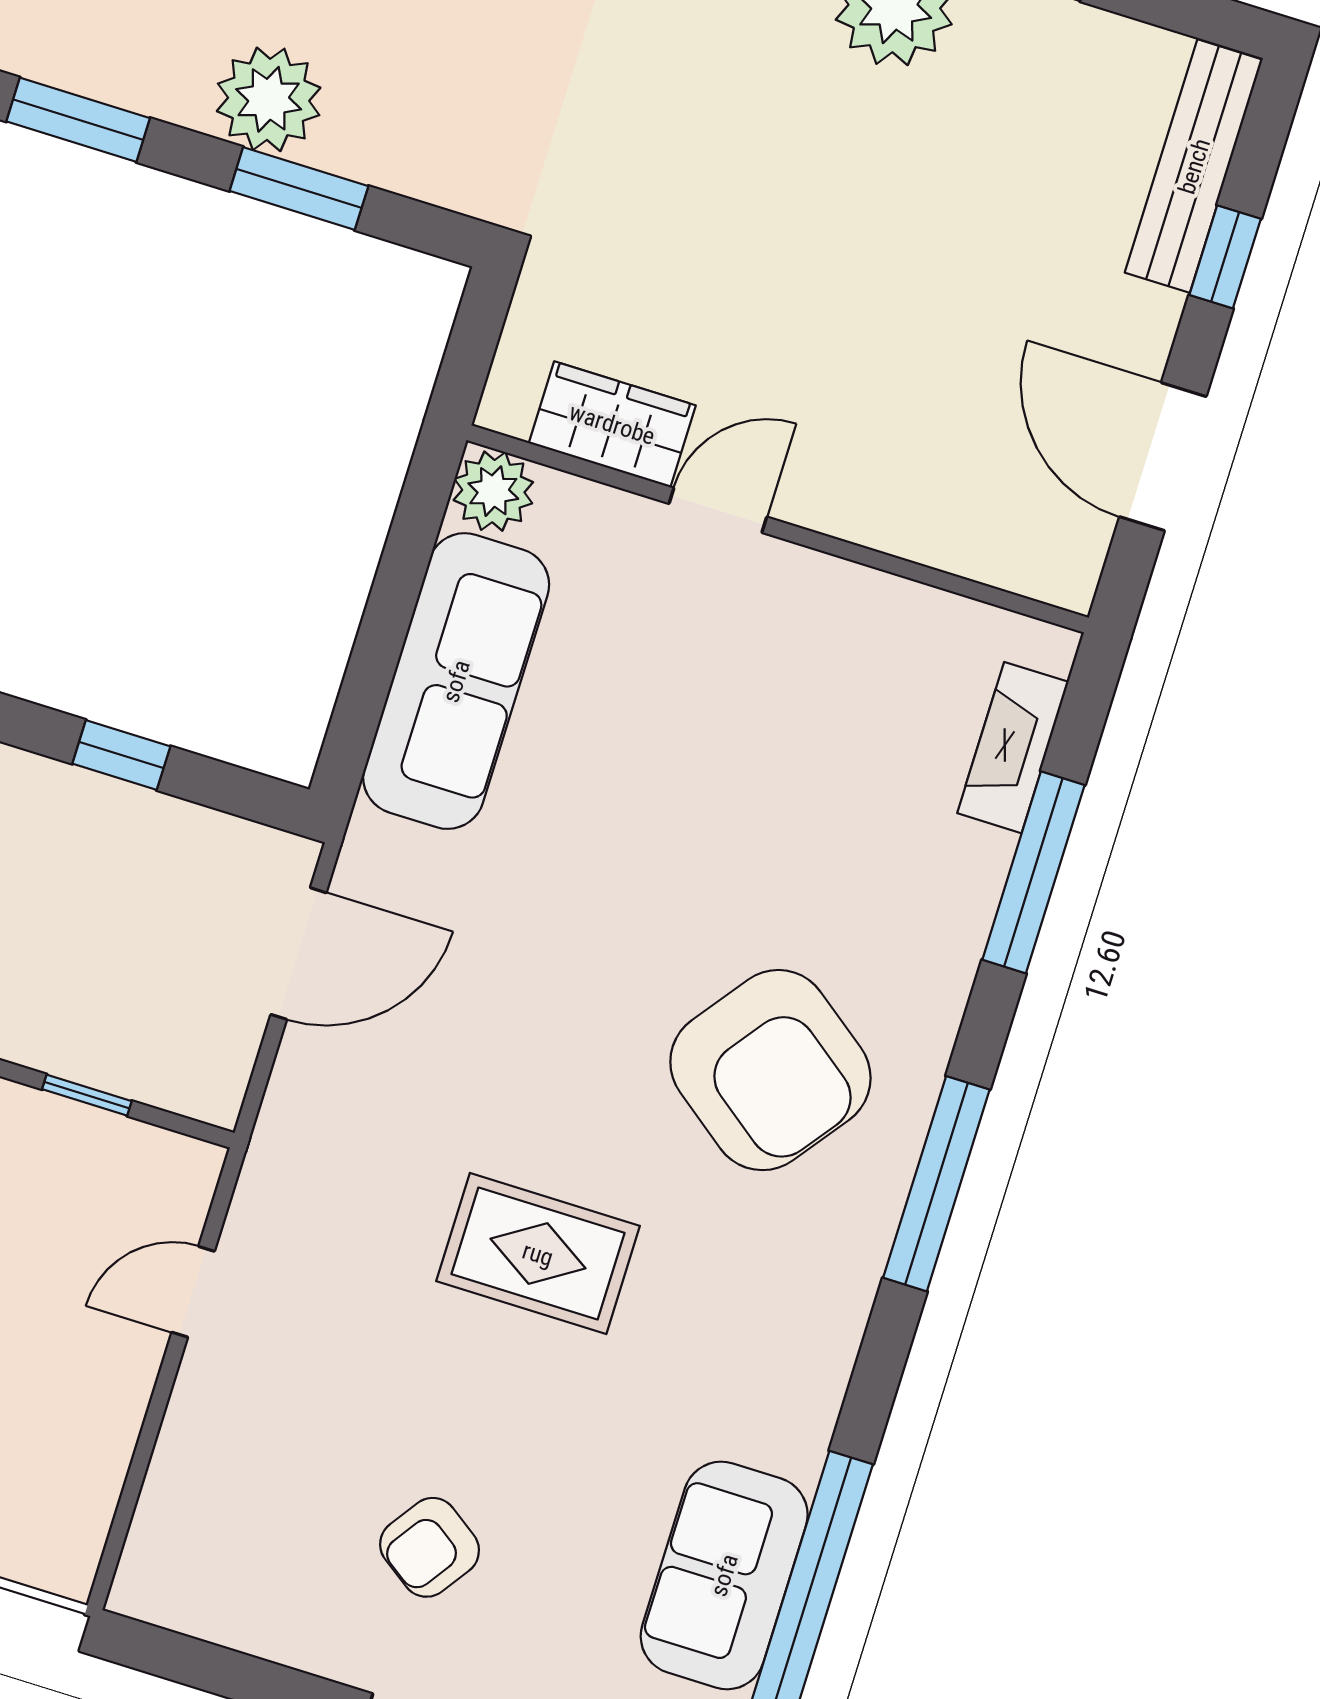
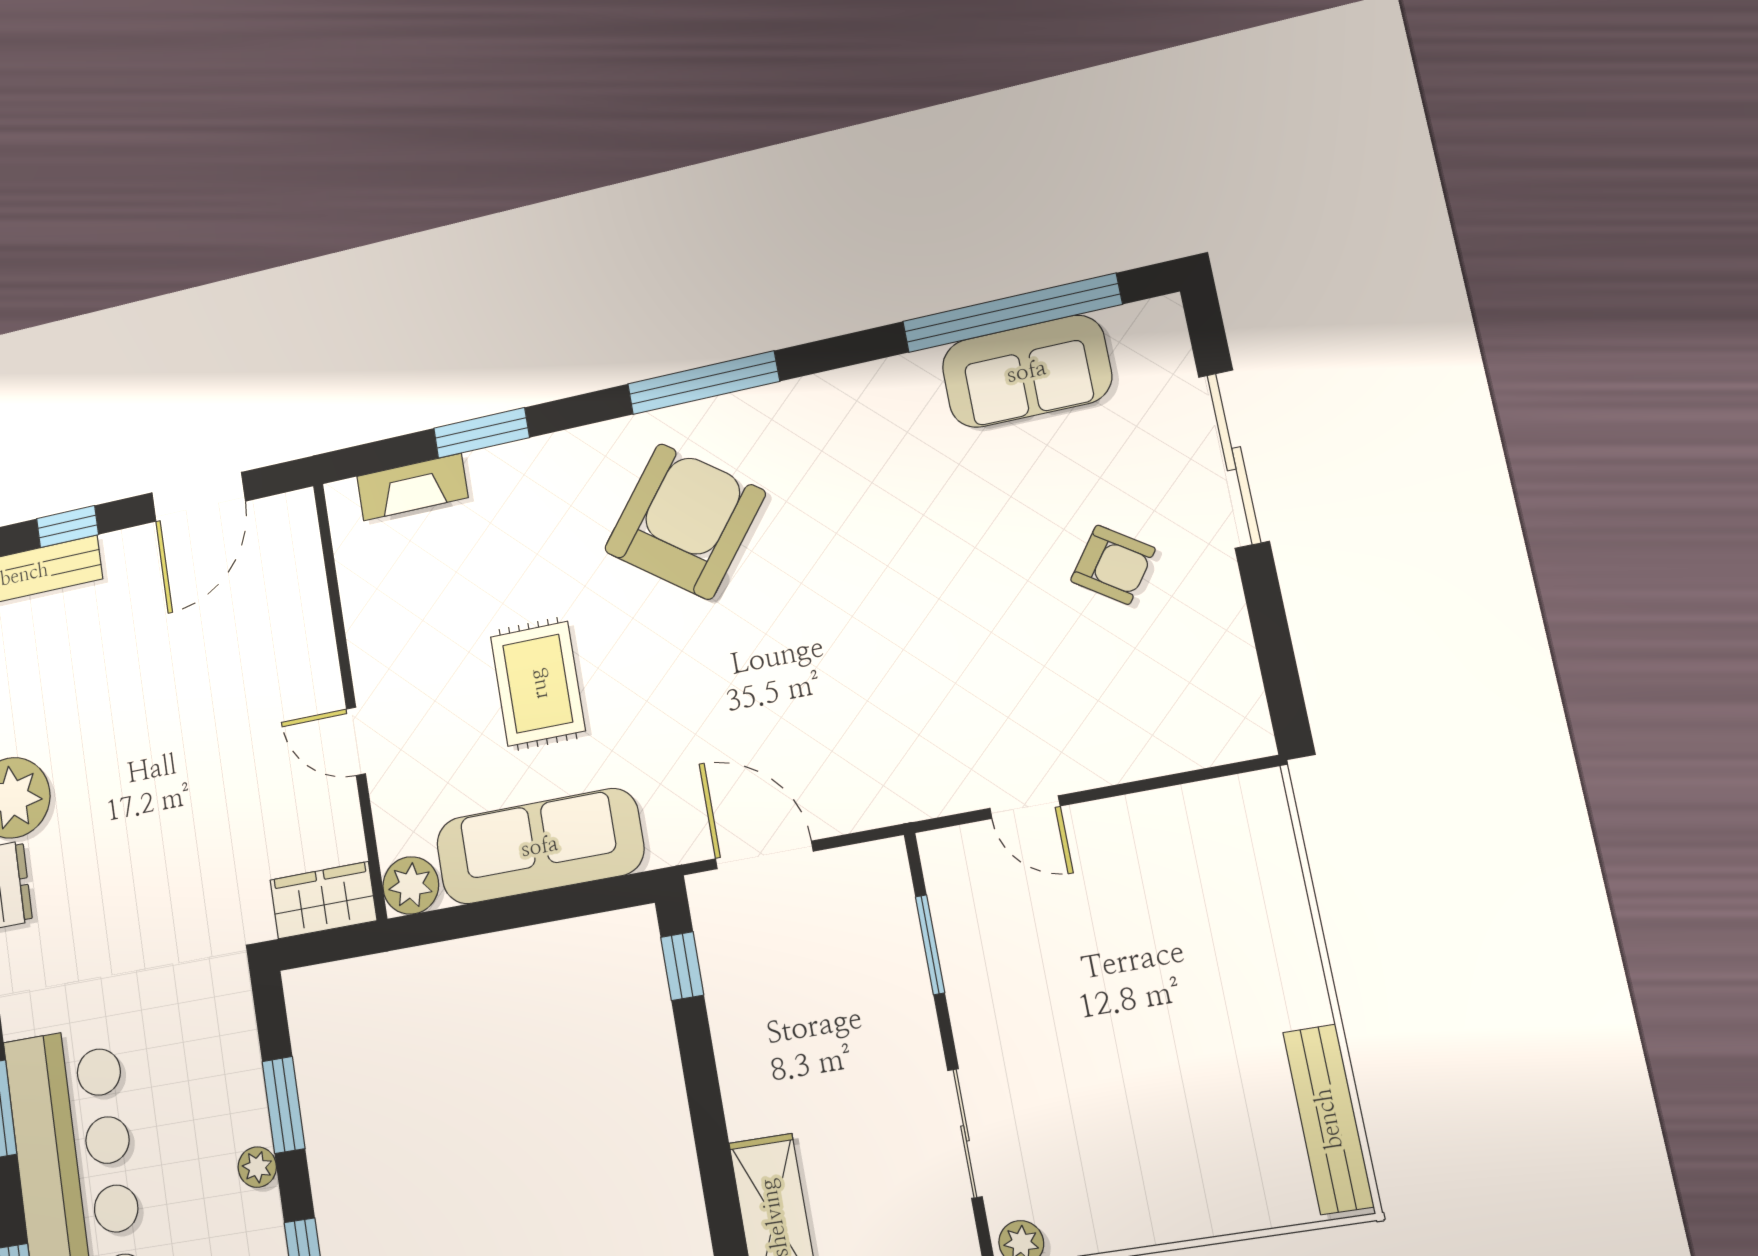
plant: (269, 99) -> (257, 1167), width x0.53, depth x0.53
wardrobe: (612, 424) -> (323, 900), moved, turned 90
window: (121, 755) -> (682, 966), moved
window: (1033, 872) -> (481, 433), width x0.69
window: (87, 1095) -> (930, 945), width x1.50
rug: (538, 1254) -> (538, 684), moved

